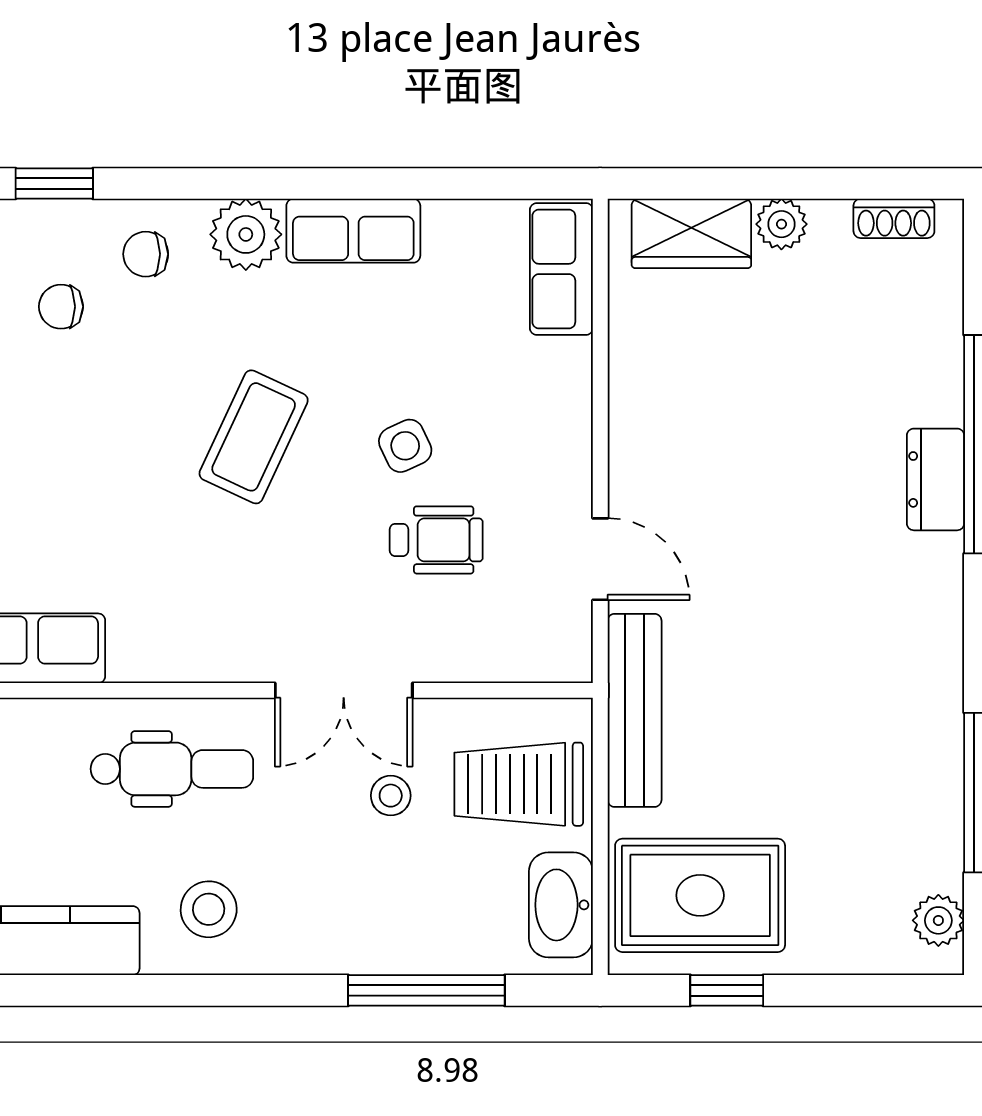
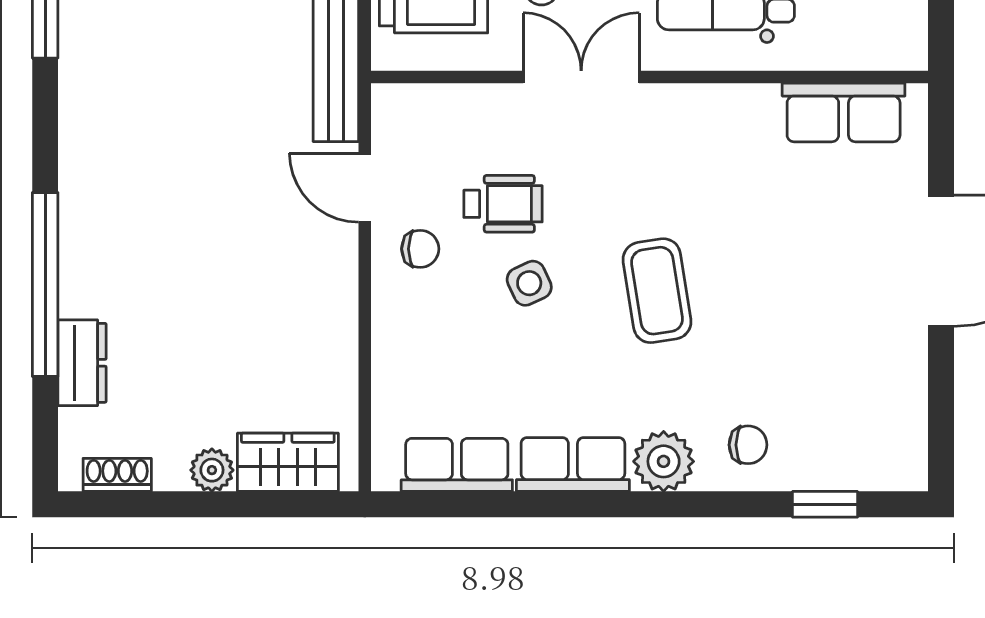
row of seats: (561, 269) -> (457, 465), moved, turned -90
chair: (61, 307) -> (420, 249), moved
coffee table: (254, 437) -> (657, 291), turned -34
dresser: (936, 479) -> (82, 363), moved
wheelchair: (436, 540) -> (503, 204), turned 180

